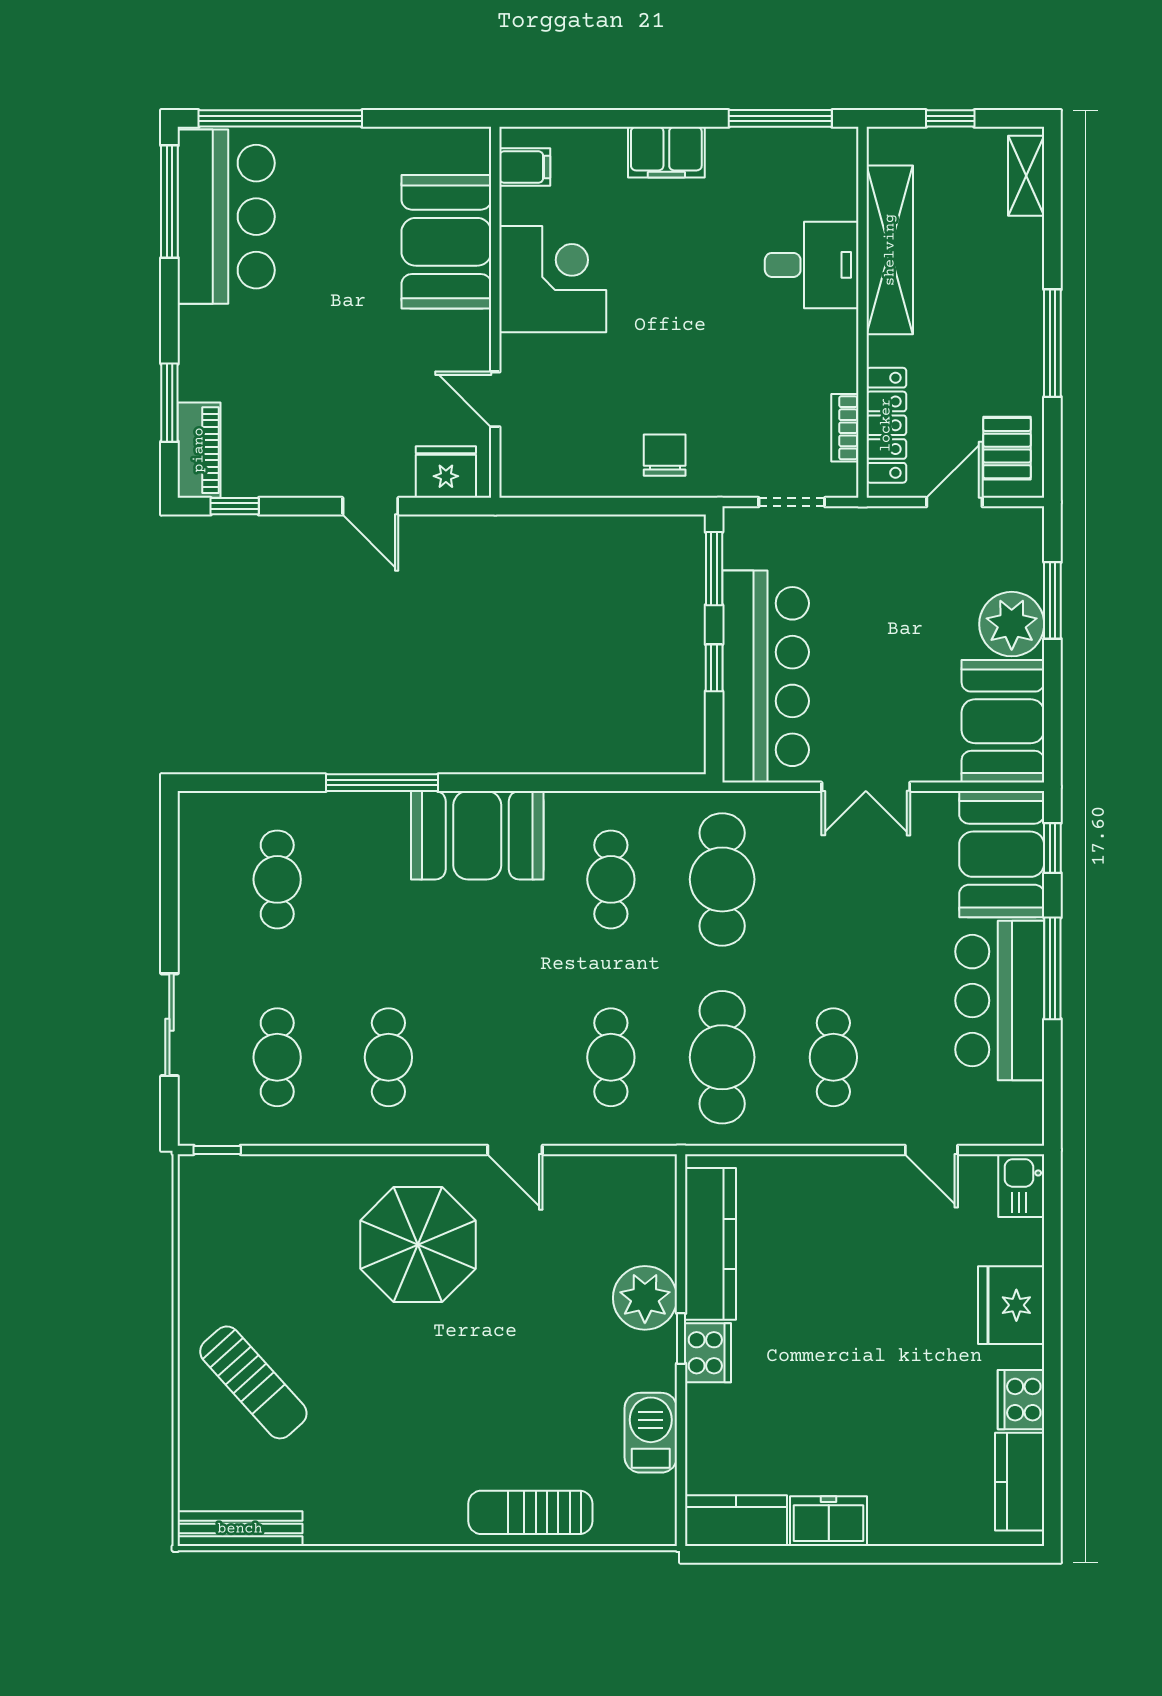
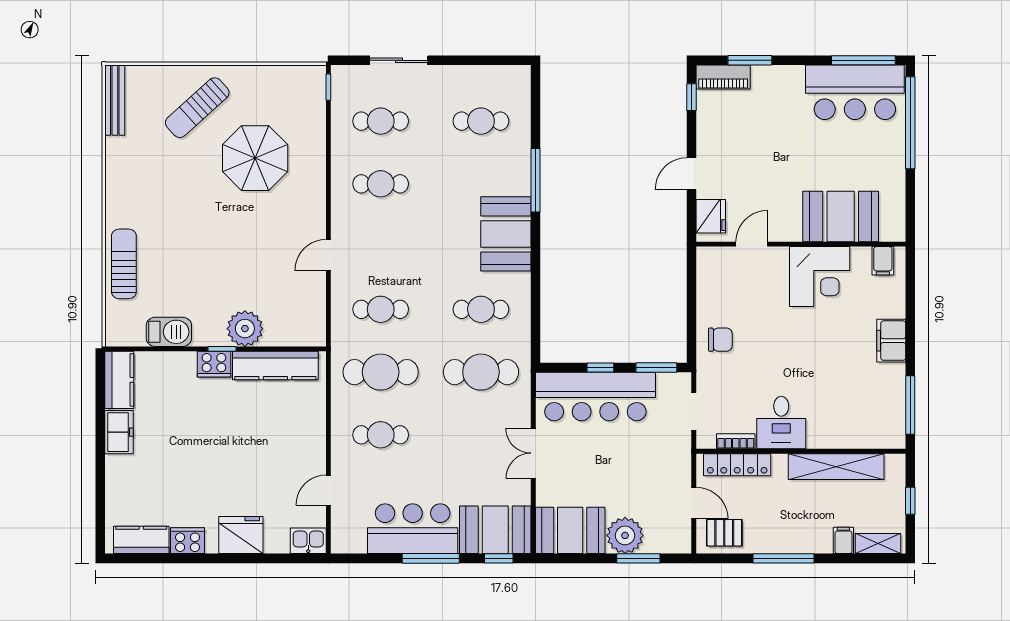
filing cabinet: (1021, 237) -> (843, 540), added
desk: (812, 265) -> (781, 423), moved
parasol: (418, 1245) -> (255, 158), moved

